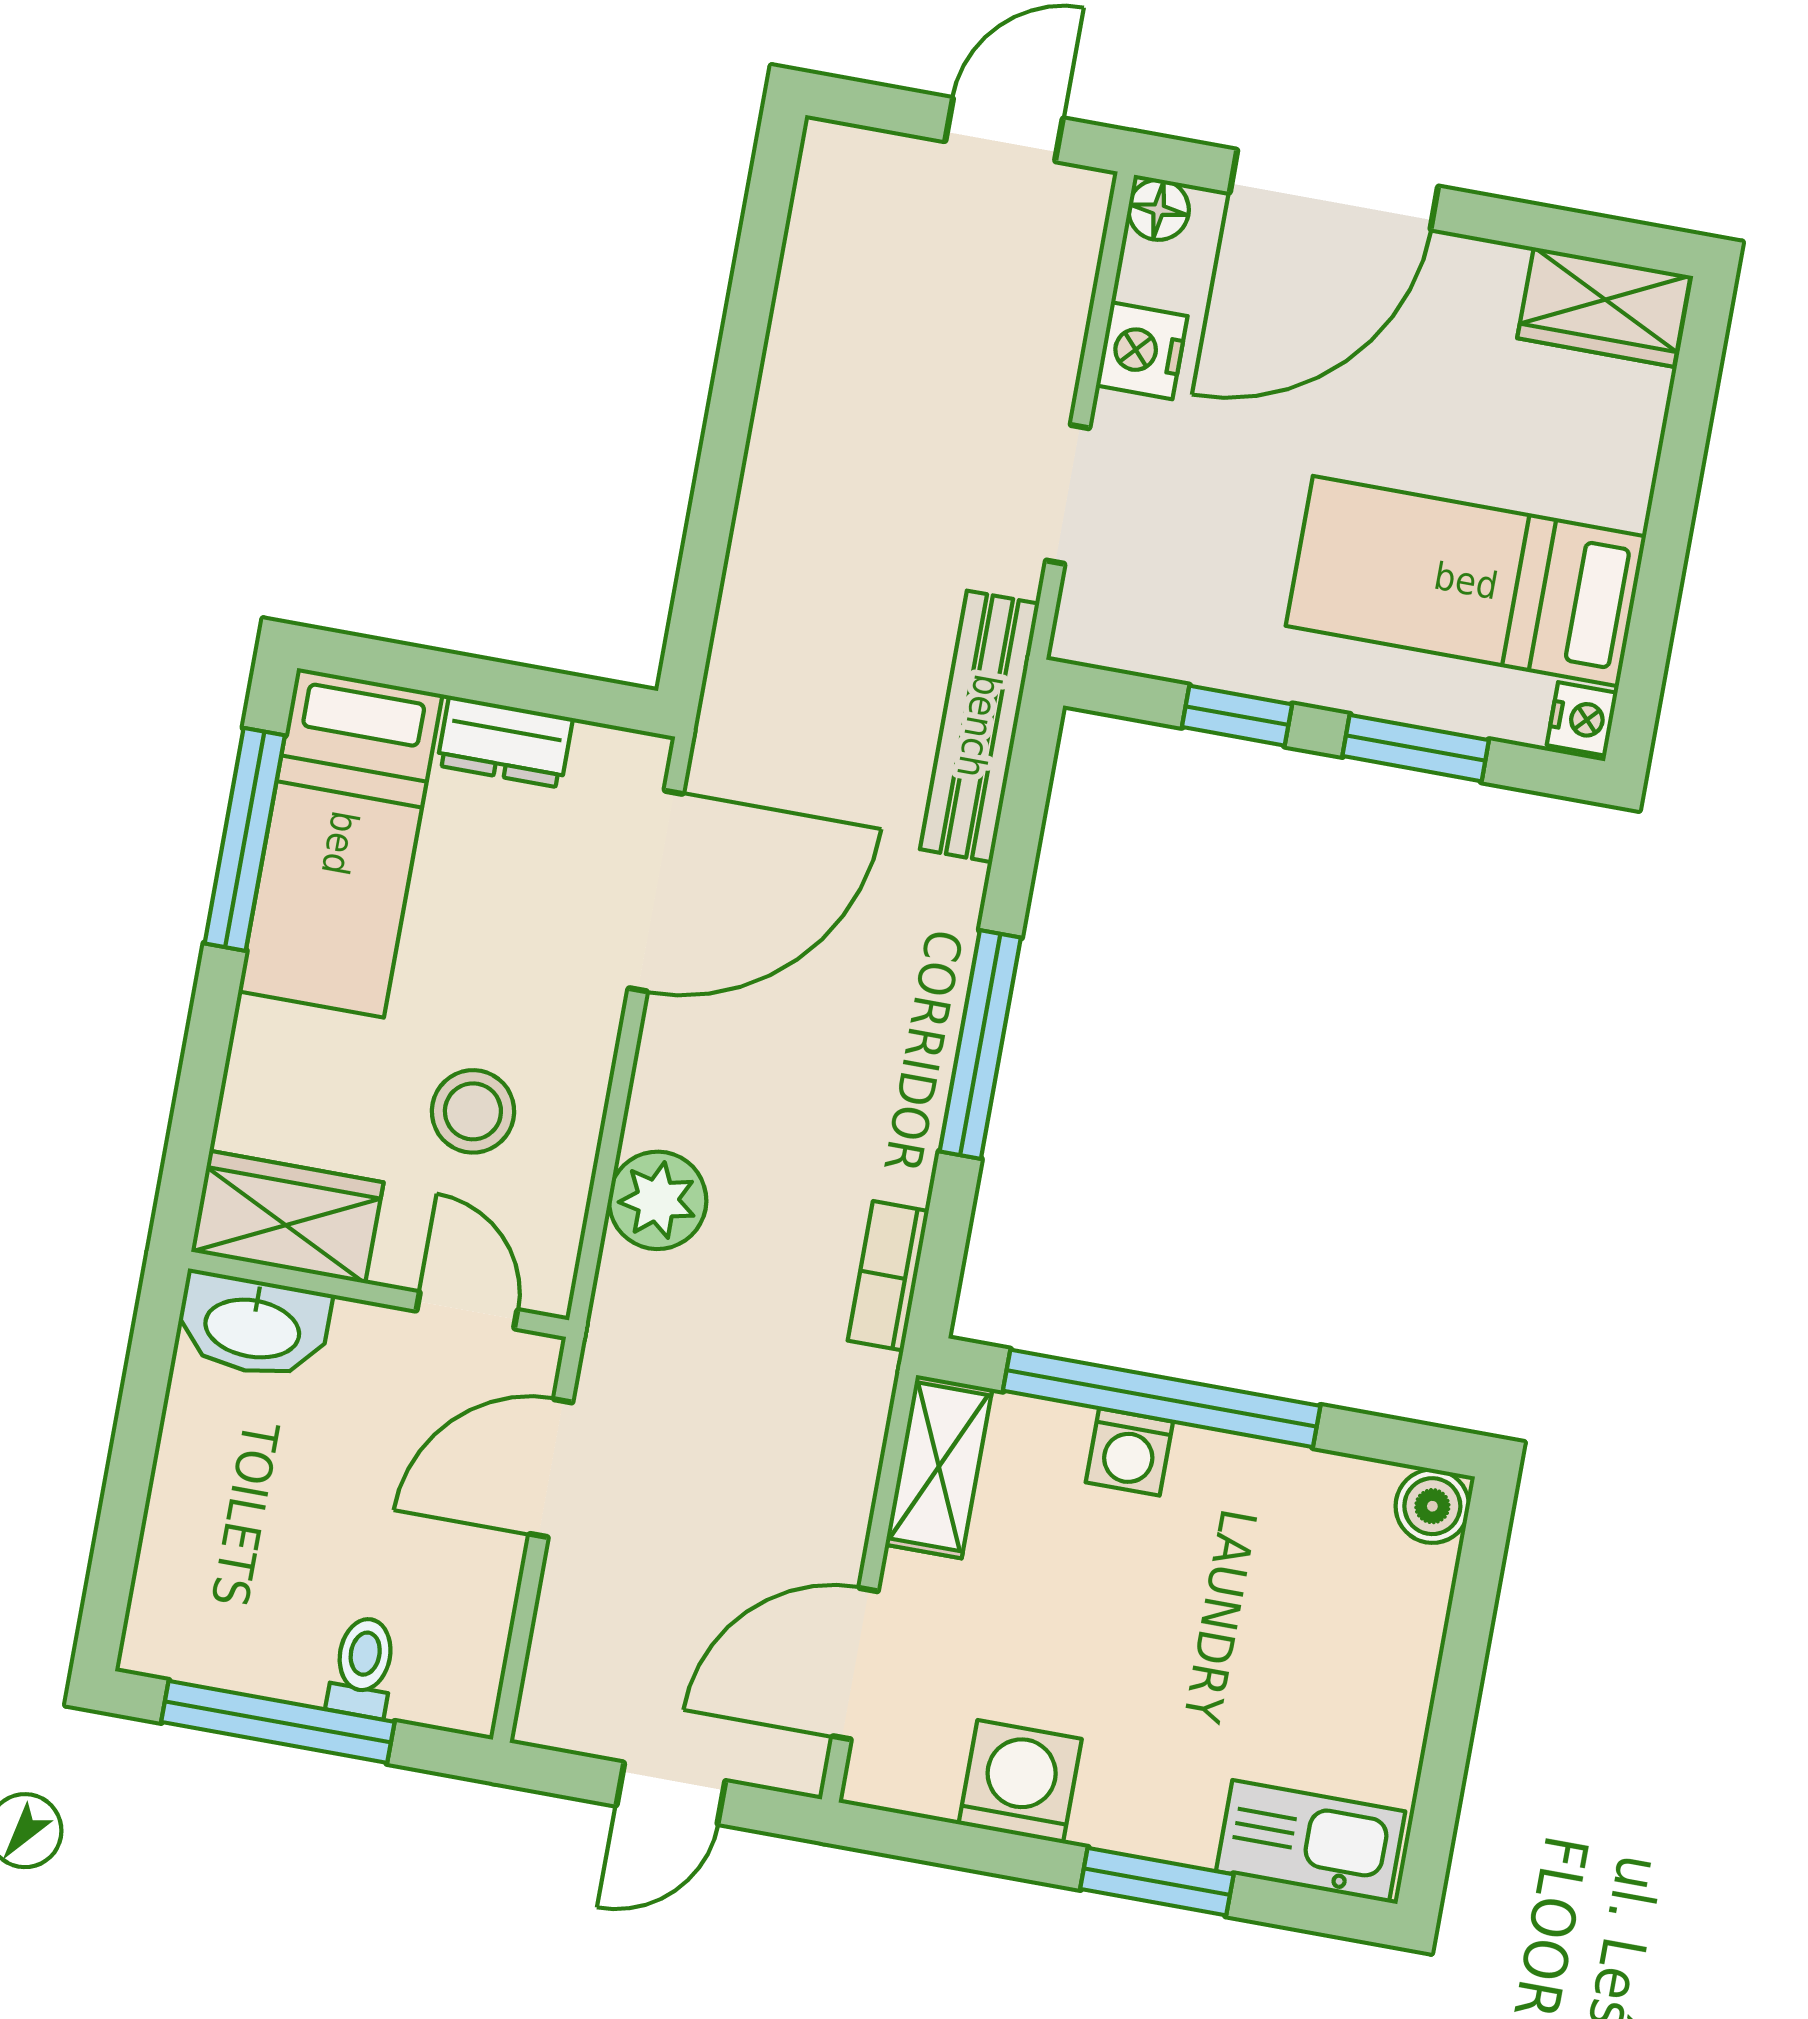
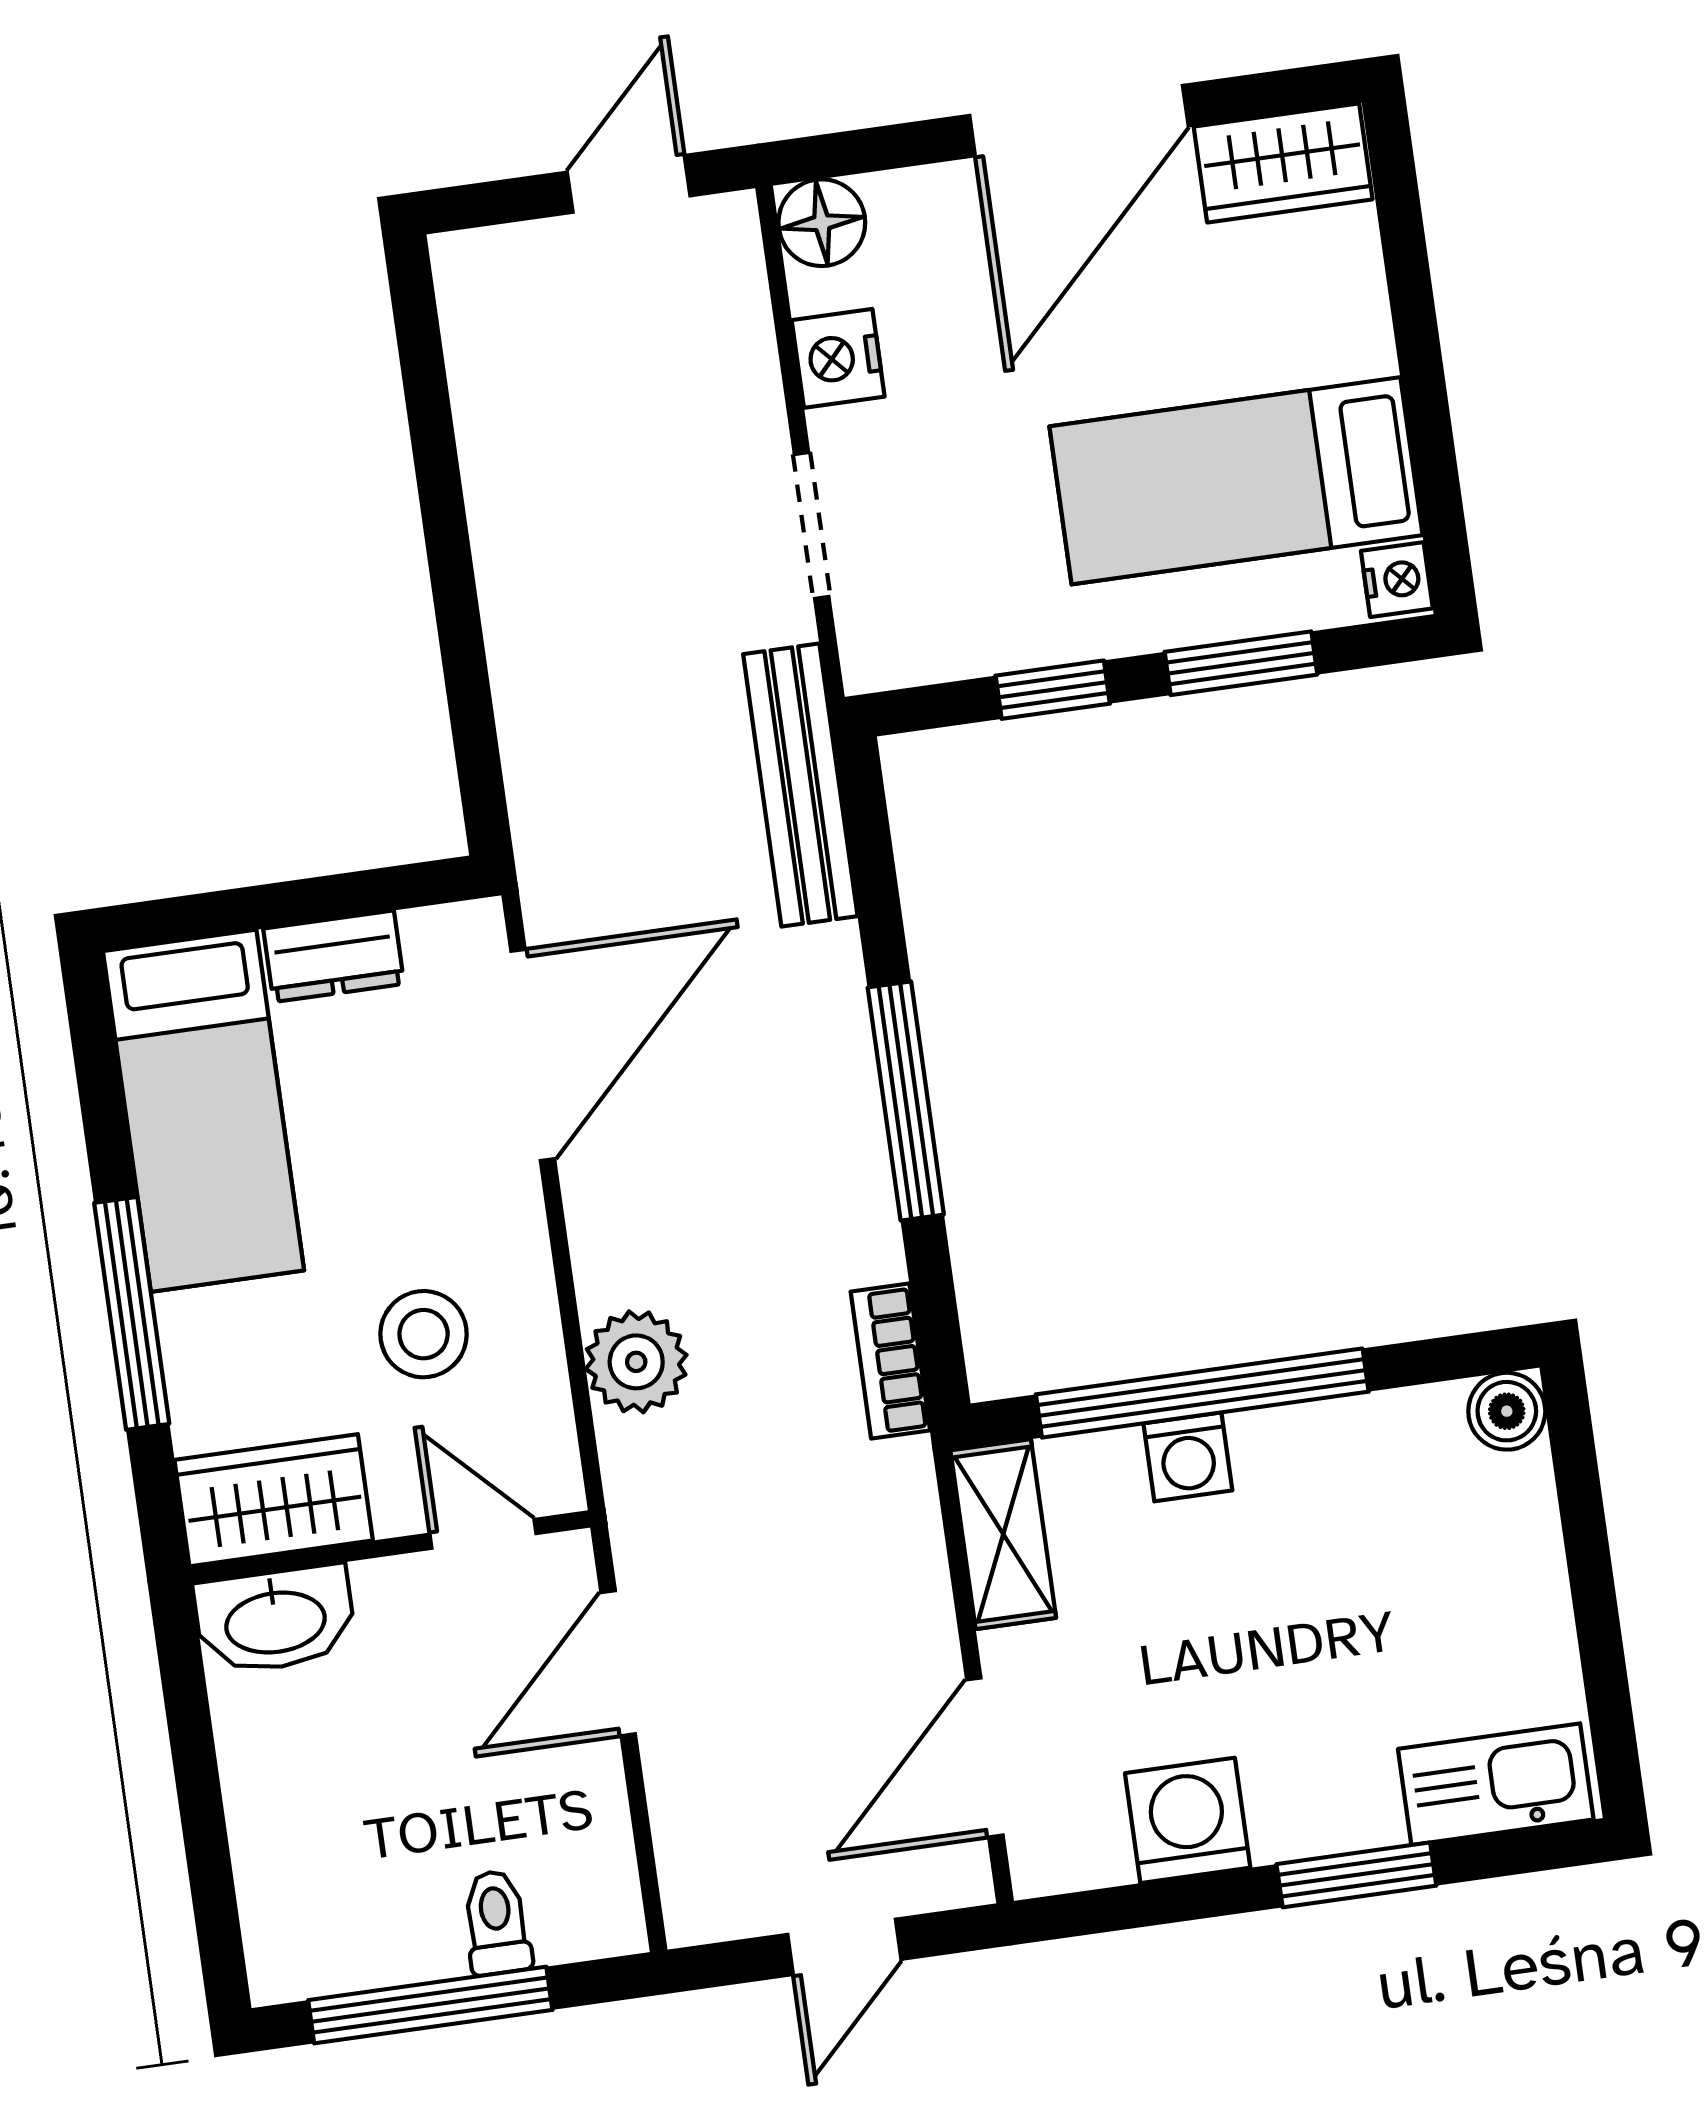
door: (1334, 190) -> (1079, 121), moved
floor lamp: (1159, 210) -> (822, 223), width x1.37, depth x1.37
window: (245, 839) -> (132, 1313), moved

